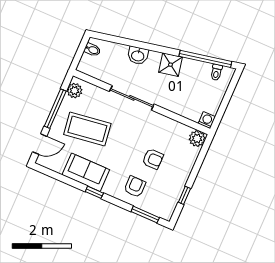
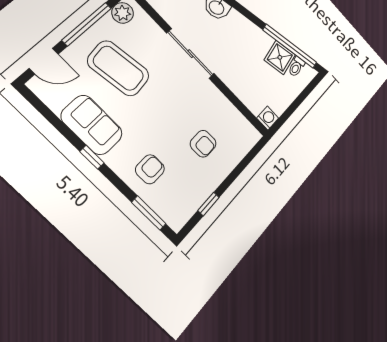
shower: (170, 65) -> (280, 57), moved
plant: (197, 138) -> (249, 136), removed
armchair: (153, 159) -> (203, 144), moved

